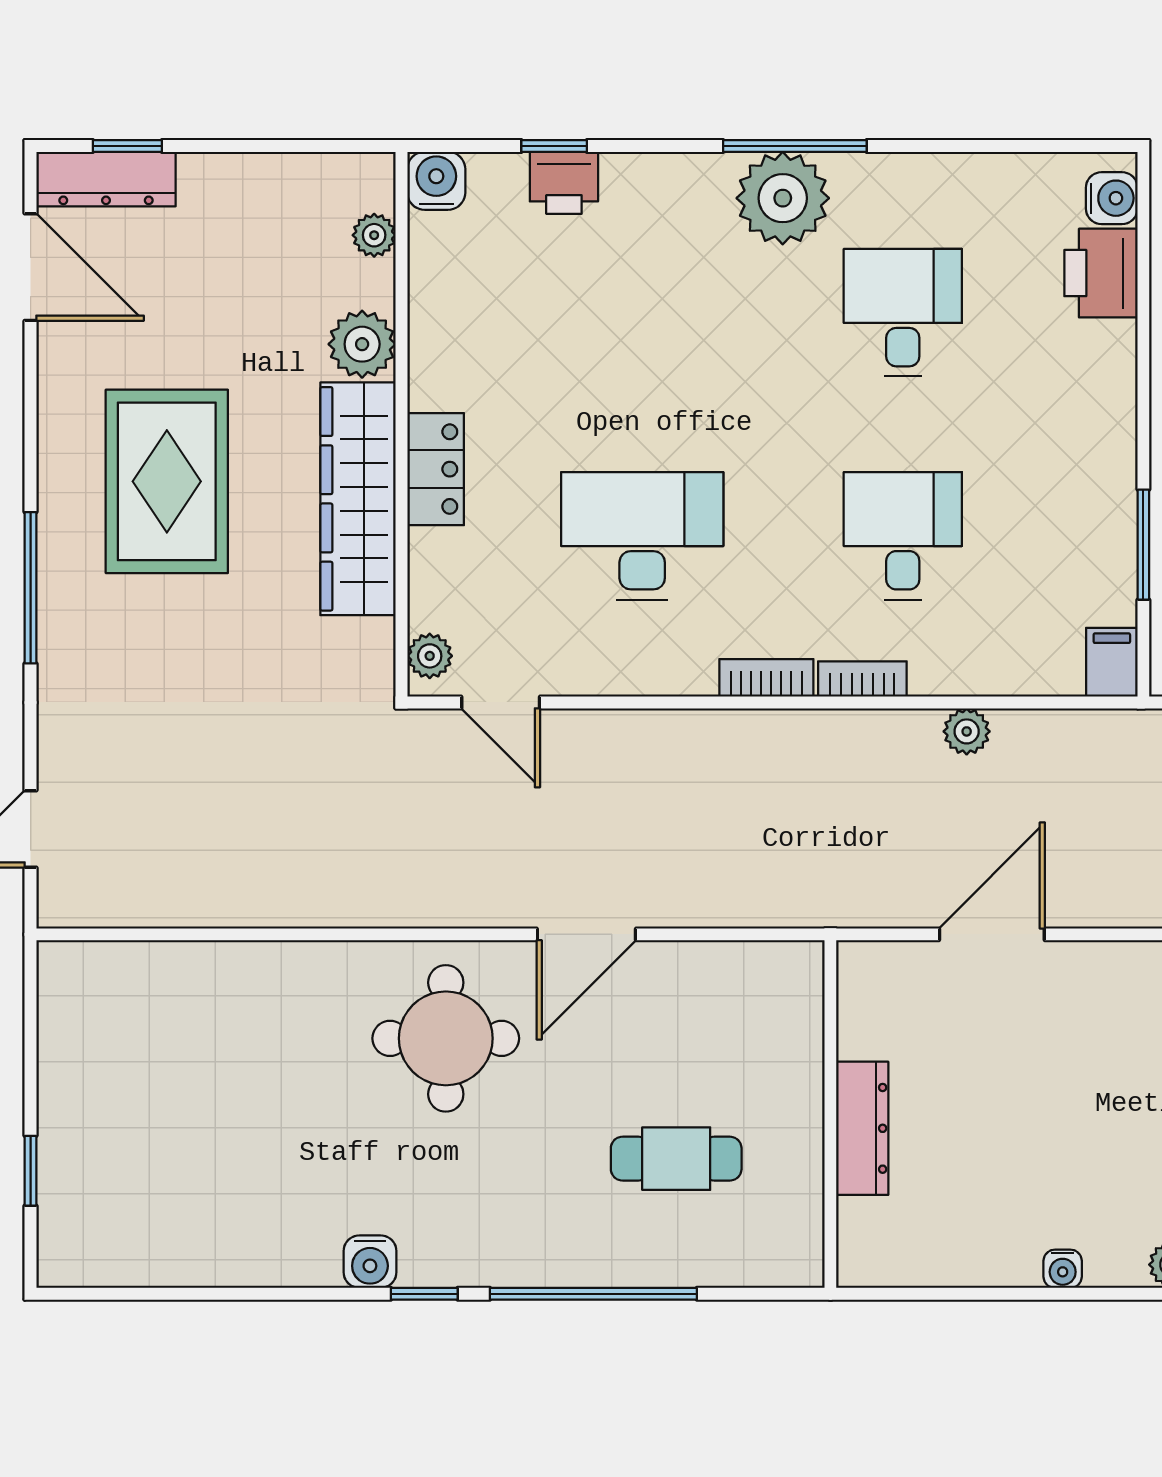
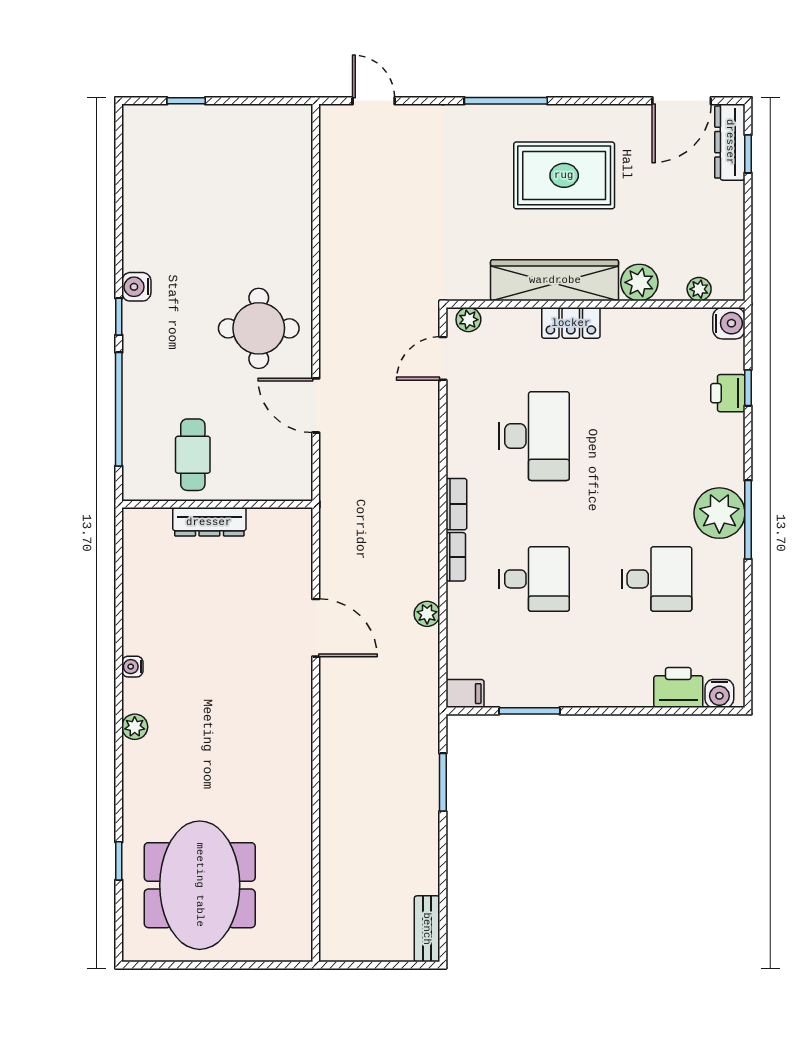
wall: (830, 1114) -> (217, 504), moved
dresser: (862, 1128) -> (209, 522), moved

